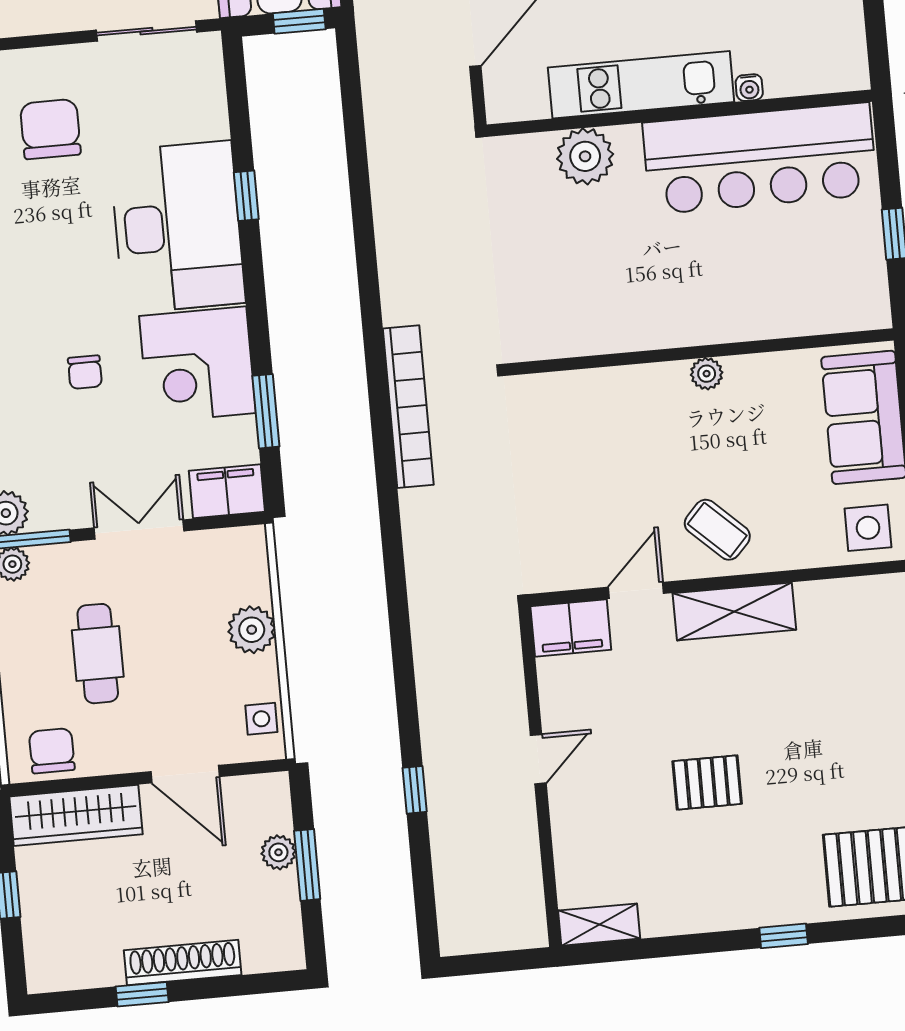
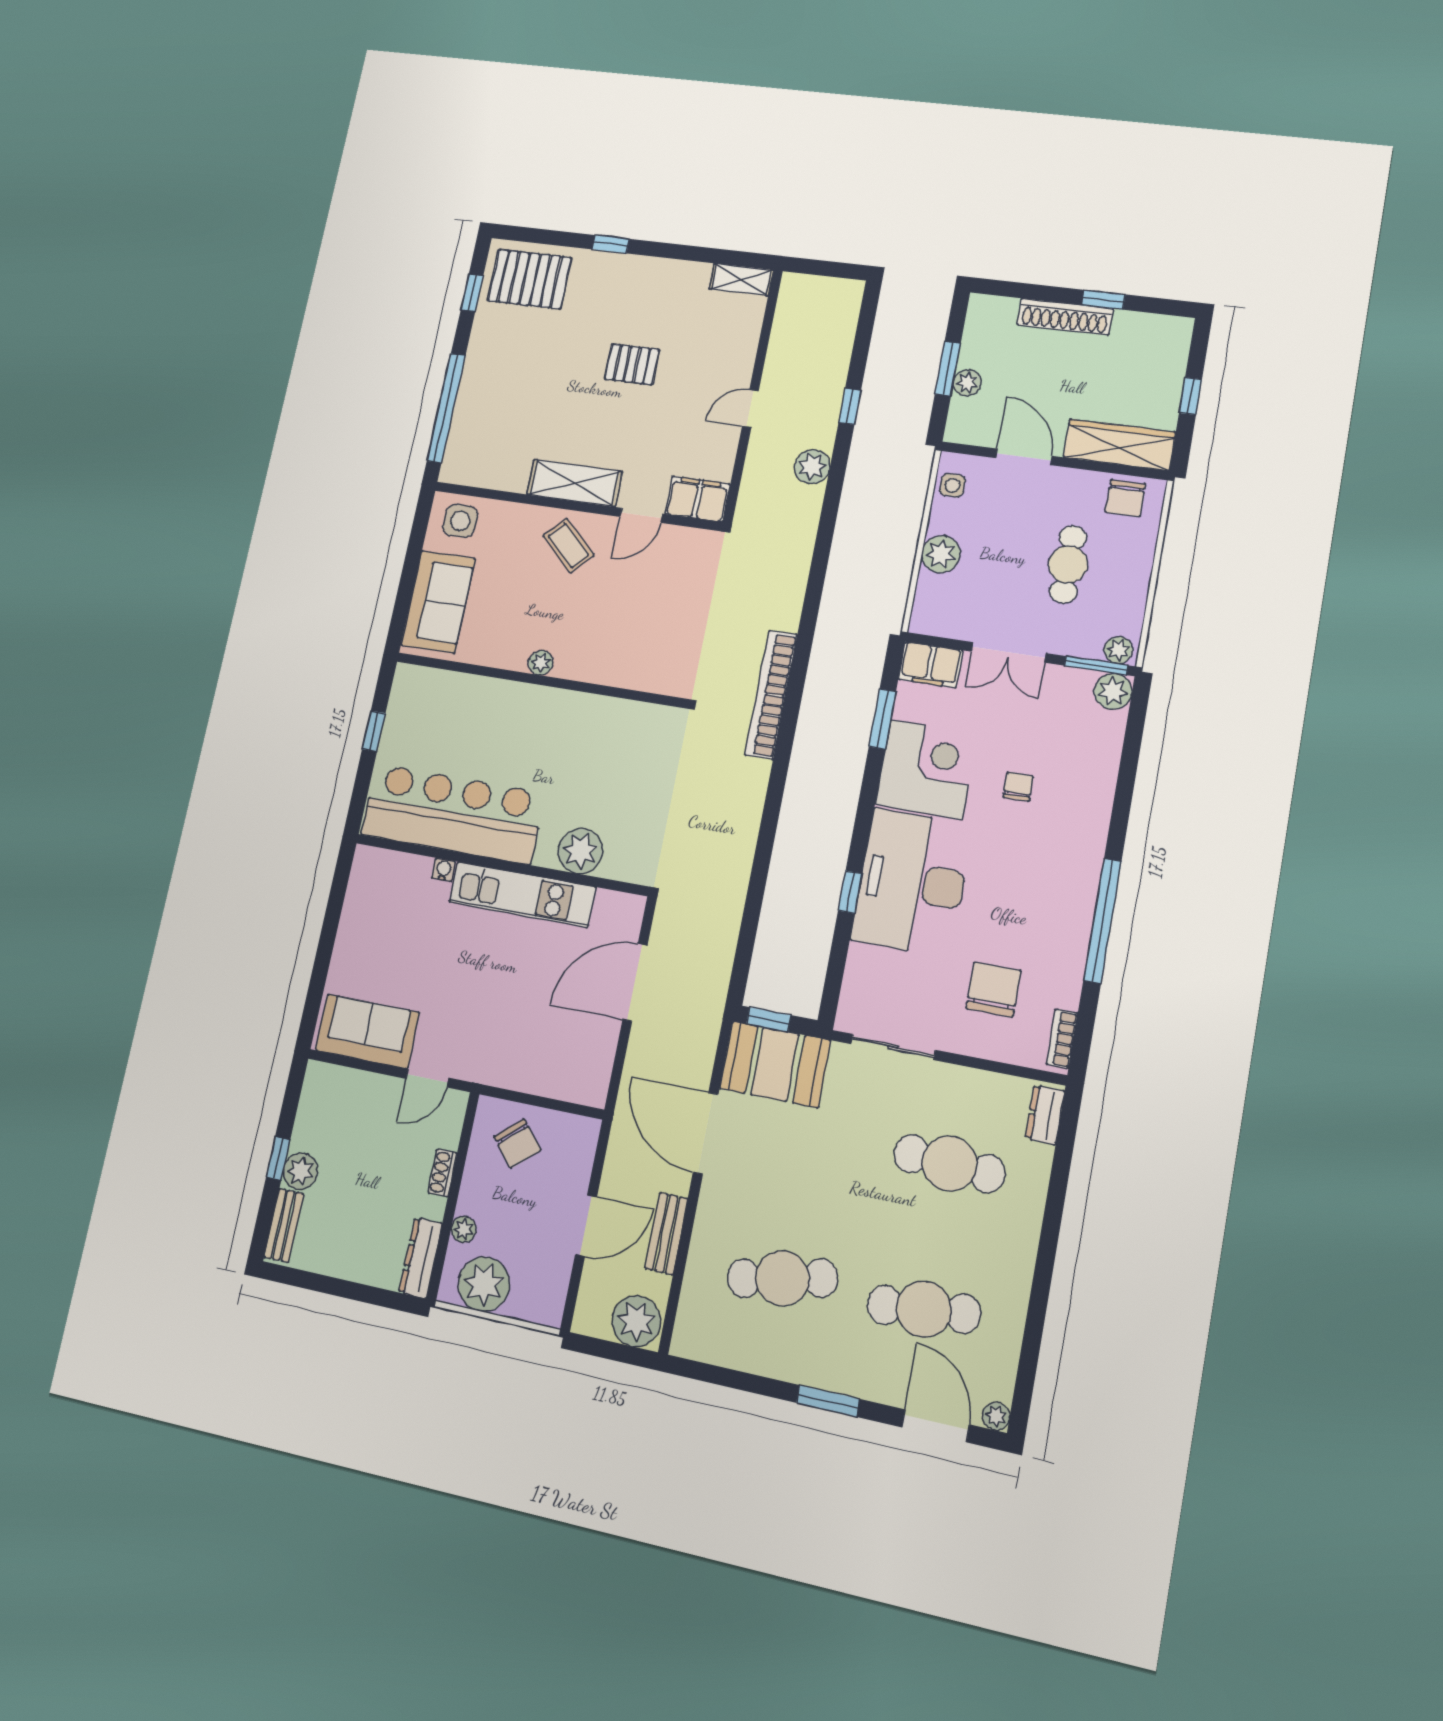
chair: (50, 129) -> (993, 989), turned 180
plant: (439, 702) -> (812, 467), added

